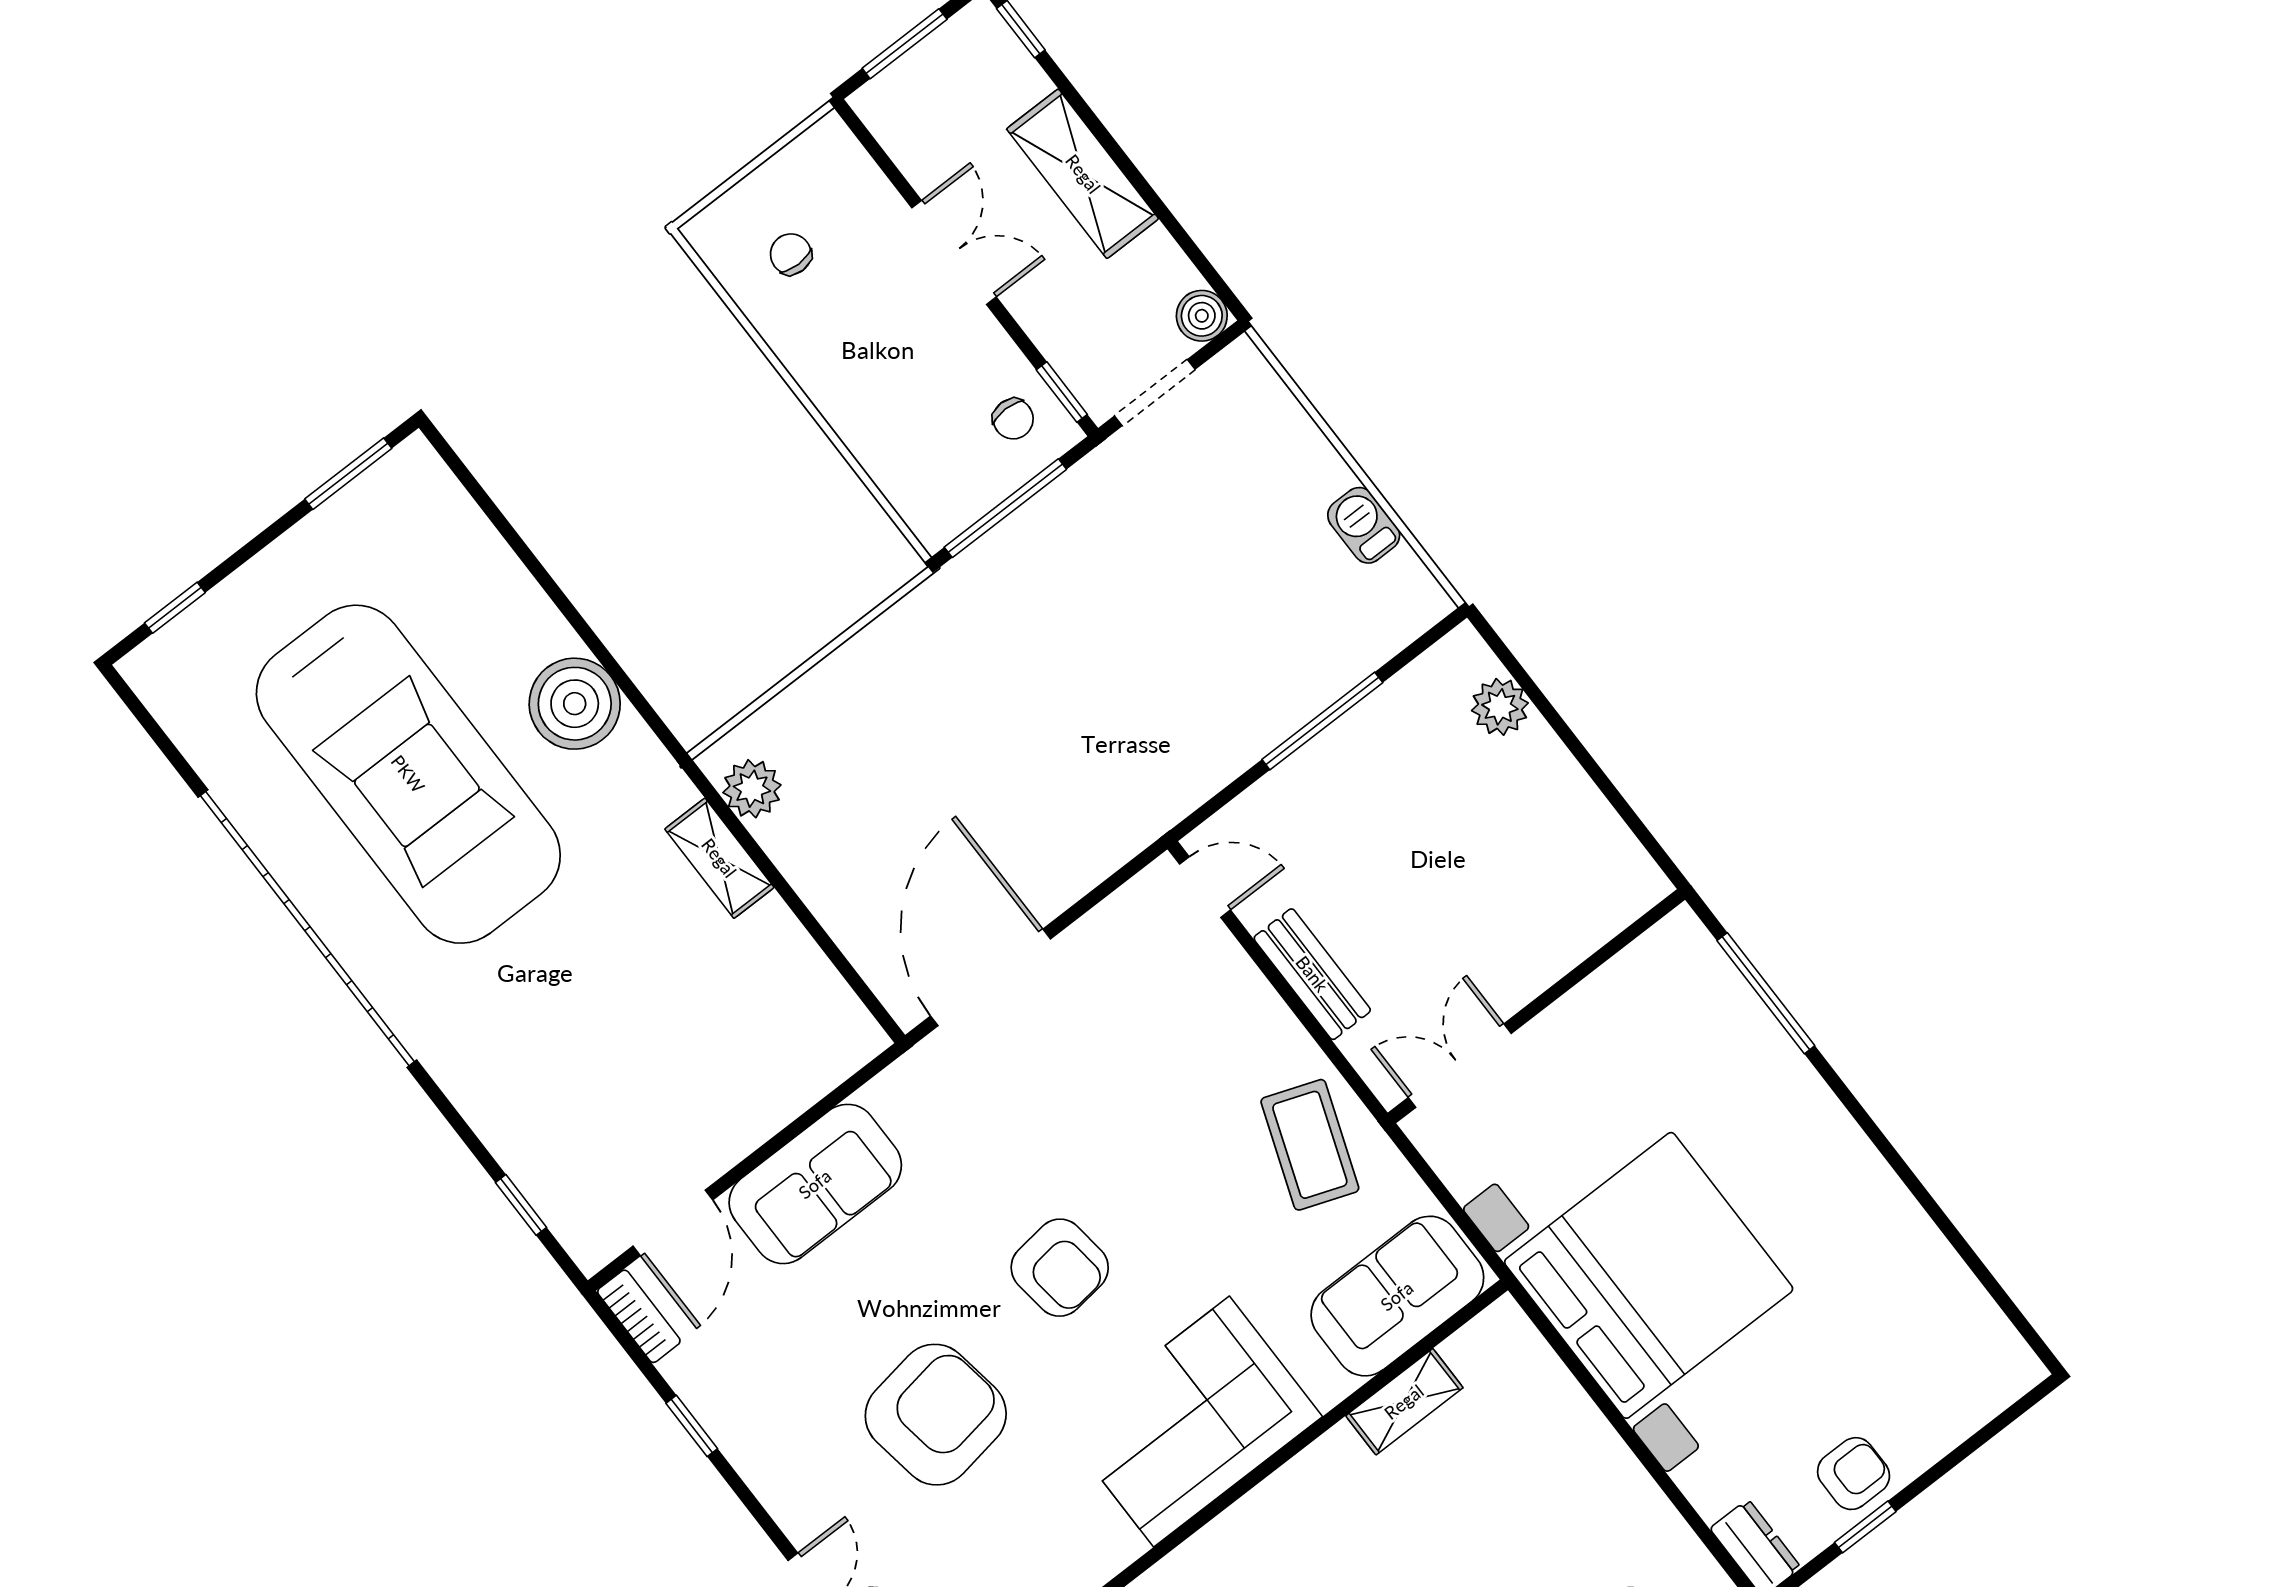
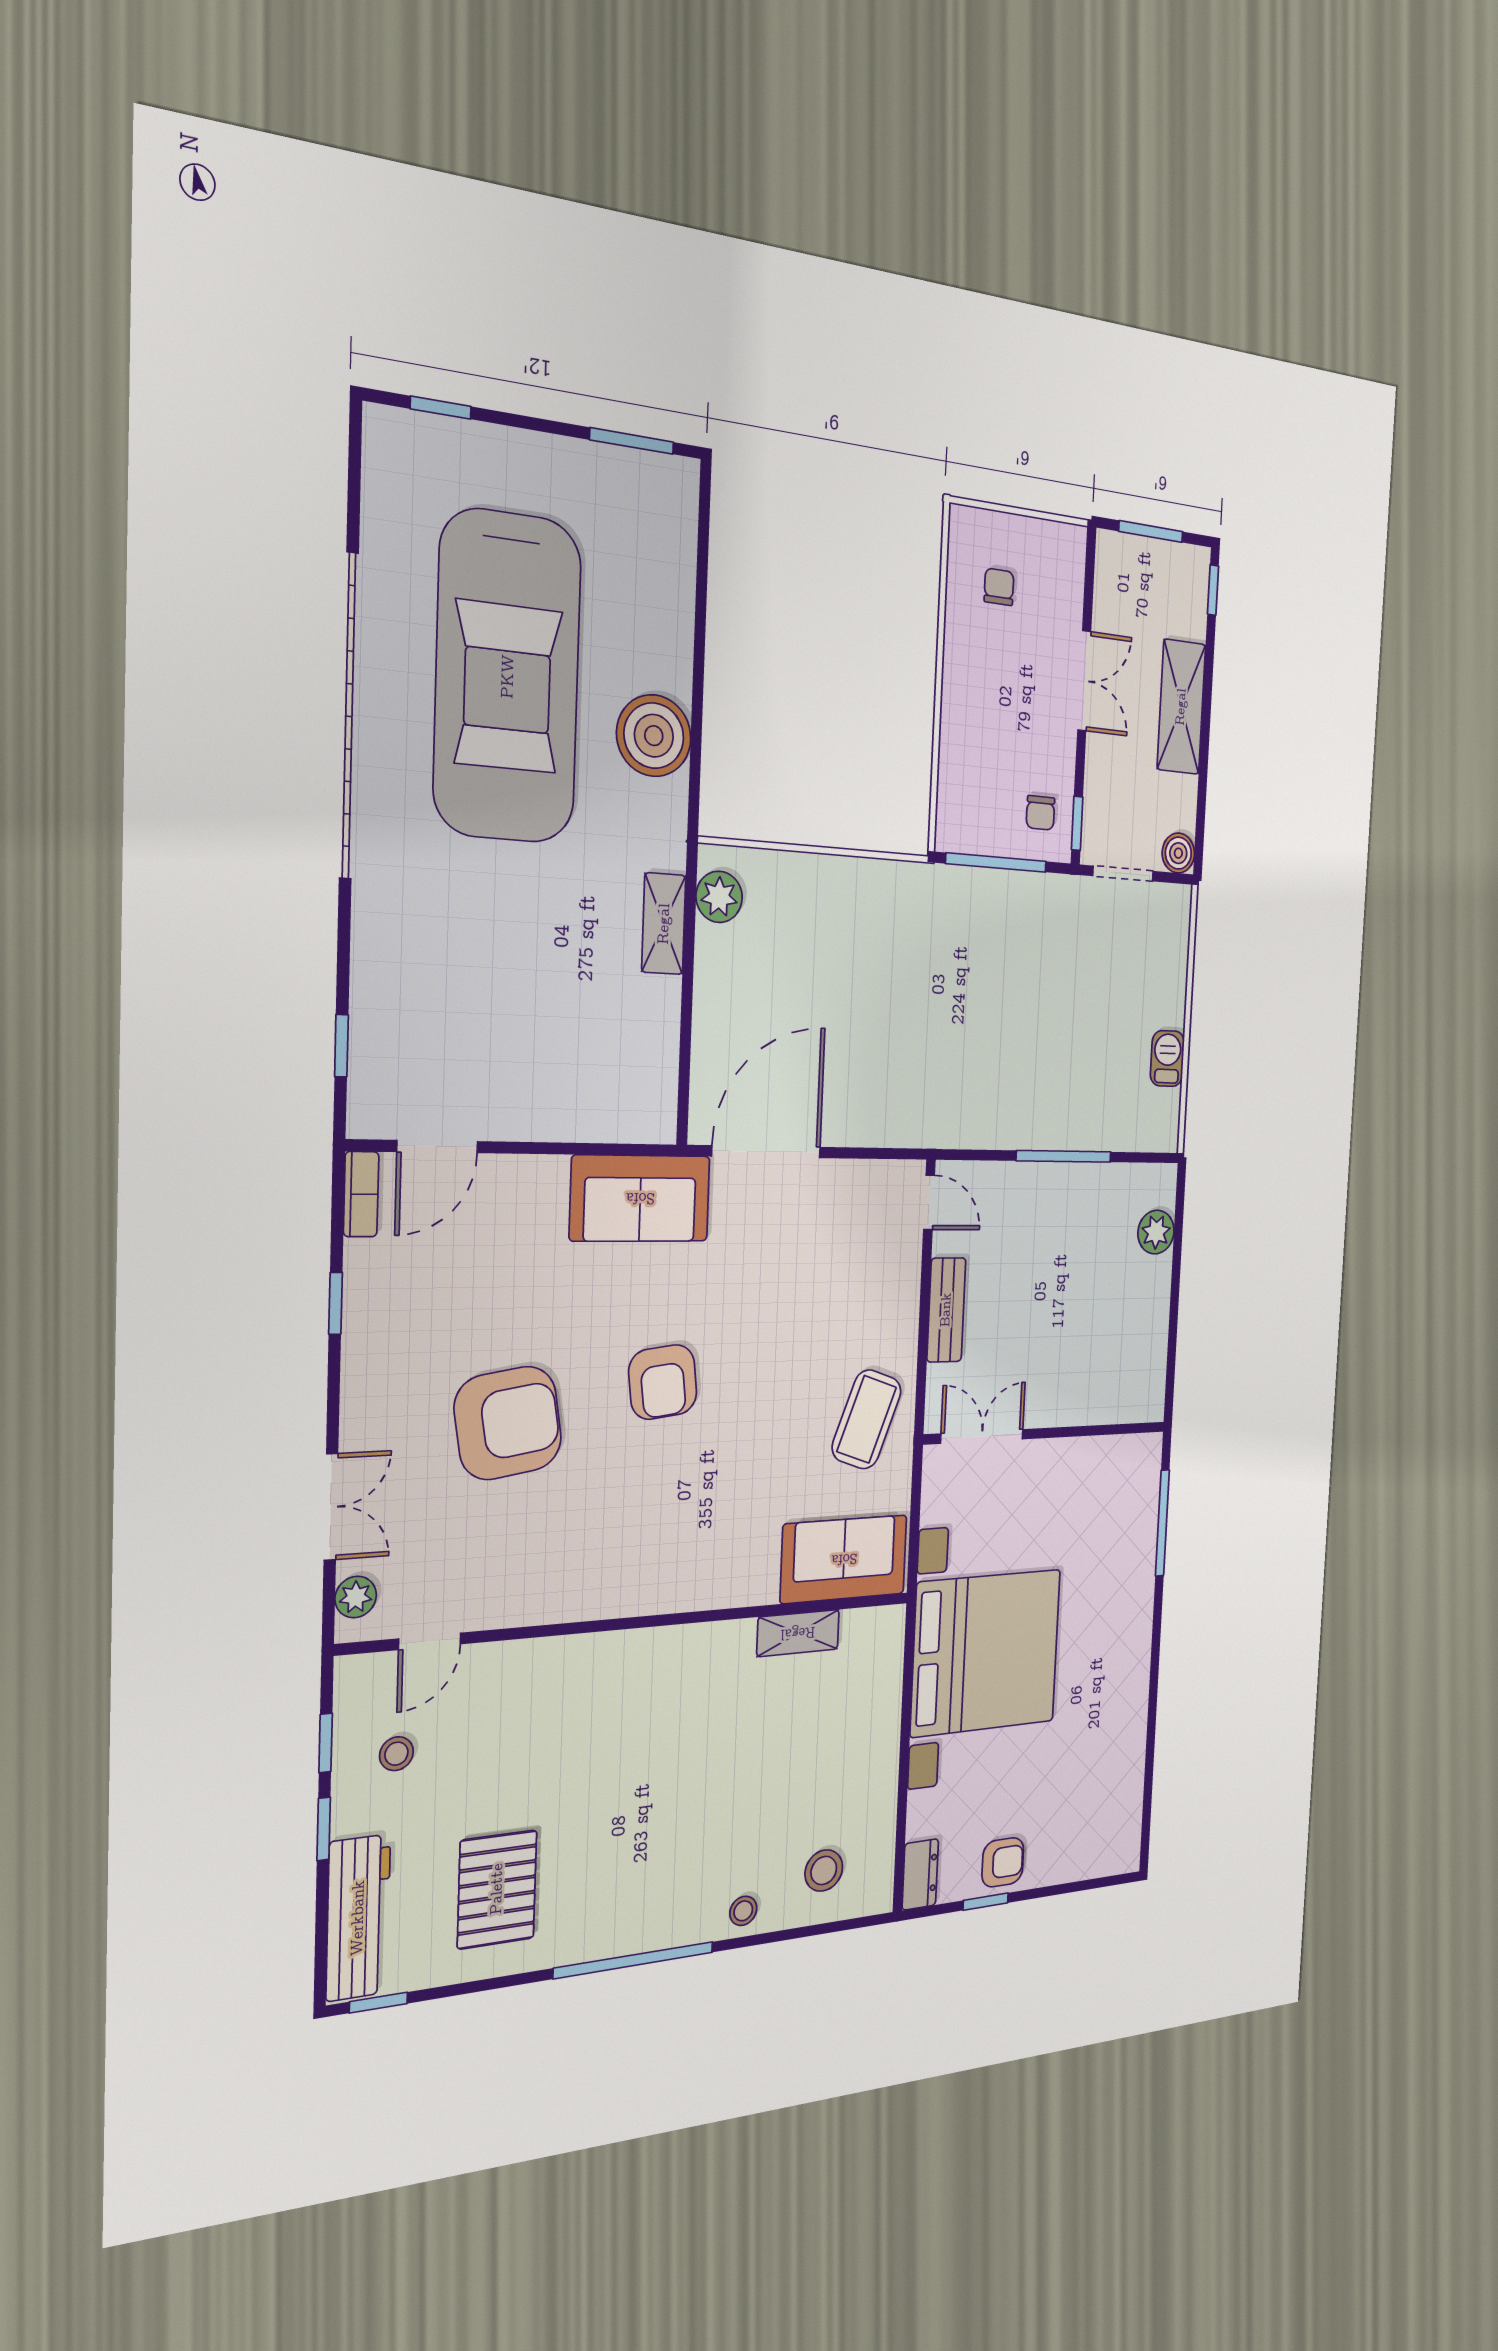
sofa: (815, 1184) -> (640, 1198), moved
corner sofa: (1192, 1422) -> (665, 1551), removed

